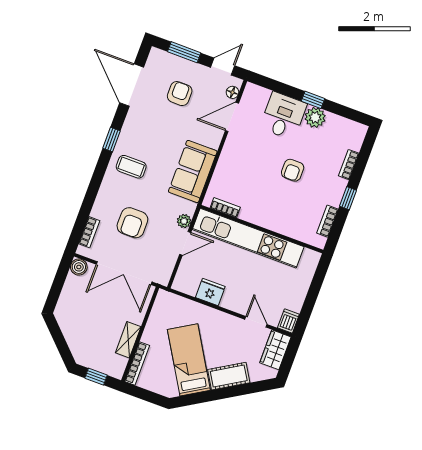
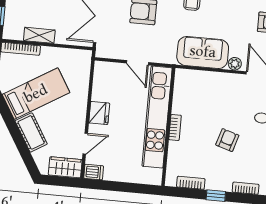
armchair: (293, 170) -> (227, 140), turned 107
bookcase: (225, 208) -> (175, 127), moved
plant: (184, 221) -> (235, 64), moved
fridge: (210, 292) -> (99, 113), moved

